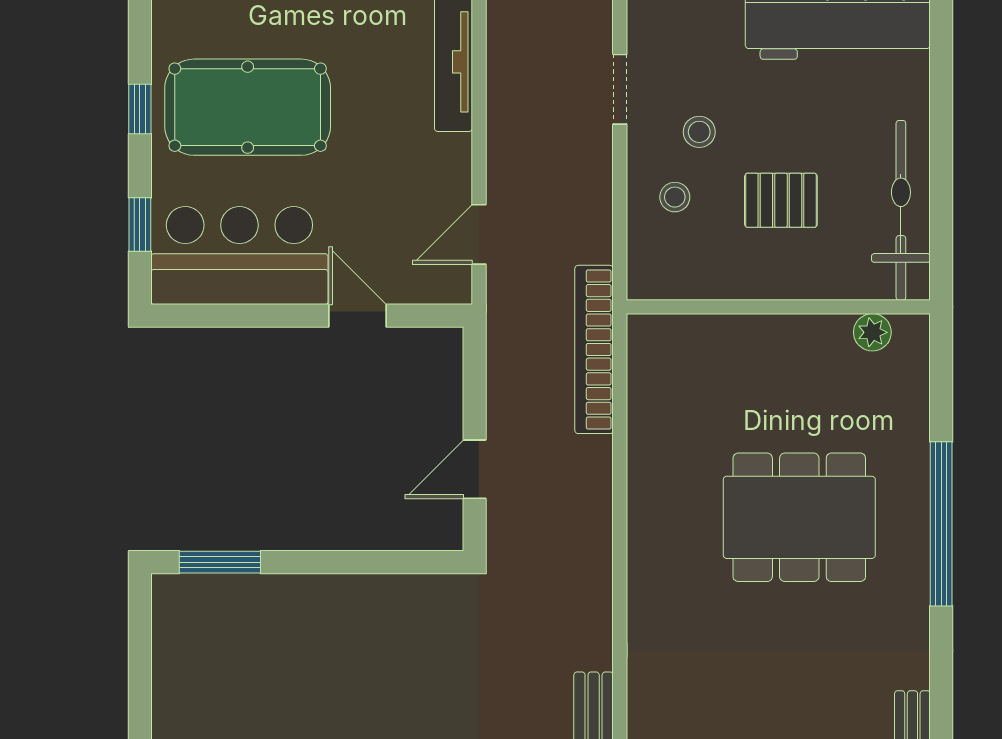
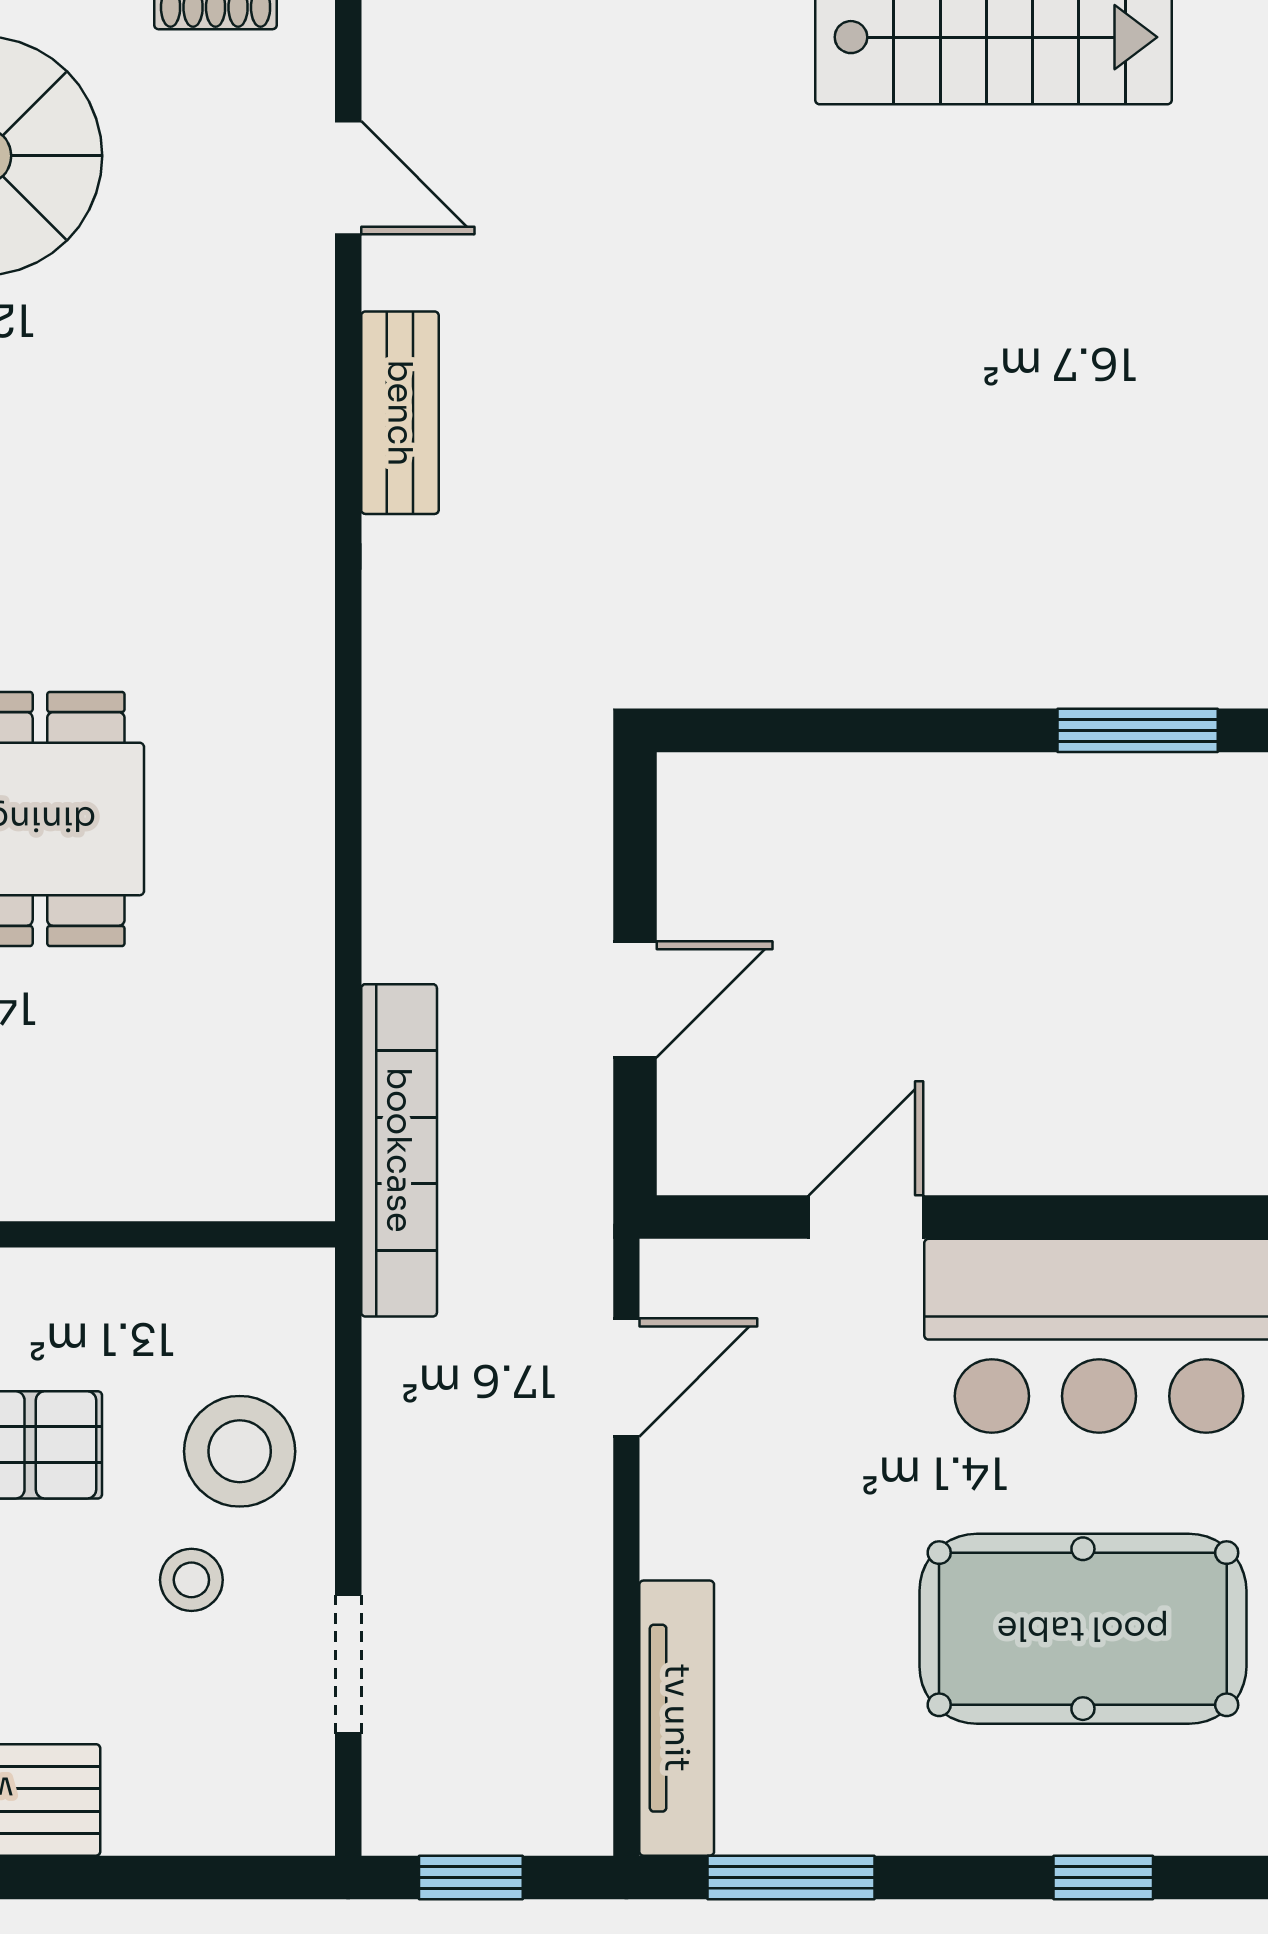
stool: (675, 197) -> (240, 1451), width x1.89, depth x1.89
door: (358, 316) -> (866, 1217), swing flipped
door: (475, 469) -> (635, 999), moved

